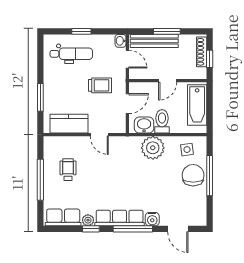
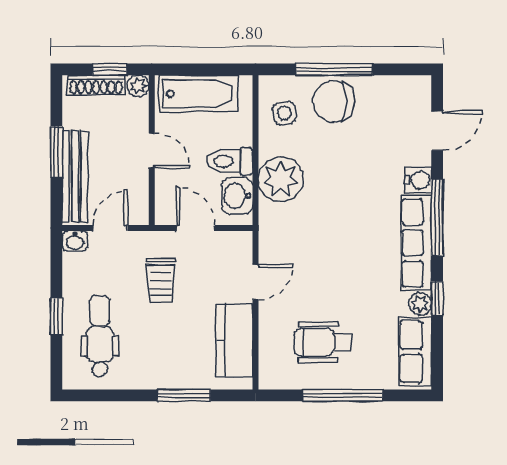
plant: (201, 74) -> (138, 86), added
trolley: (100, 85) -> (161, 281), turned 180
wheelchair: (68, 170) -> (323, 342), width x1.36, depth x1.37

